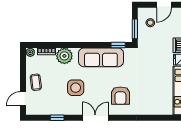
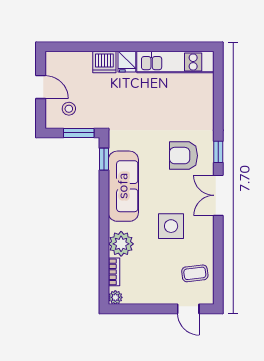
coffee table: (36, 82) -> (195, 273), moved
armchair: (120, 96) -> (183, 156), turned 180
window: (57, 118) -> (218, 152), moved

